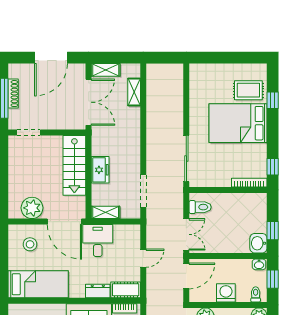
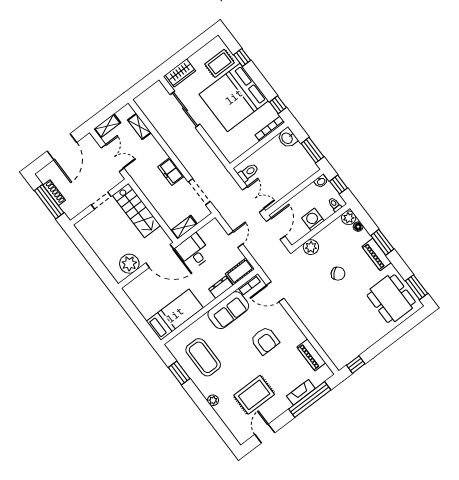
wardrobe: (207, 72) -> (180, 73), added
double door: (89, 102) -> (113, 158), width x0.73
bed: (238, 123) -> (234, 97), width x1.36
doorway: (29, 132) -> (101, 201), moved
sliding door: (186, 159) -> (185, 109), moved
freezer: (100, 170) -> (171, 172), moved, turned 180
window: (273, 231) -> (312, 150), width x1.50
washbasin: (258, 243) -> (287, 138), moved
stool: (30, 244) -> (148, 291), removed

